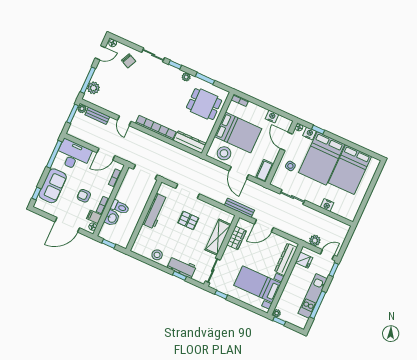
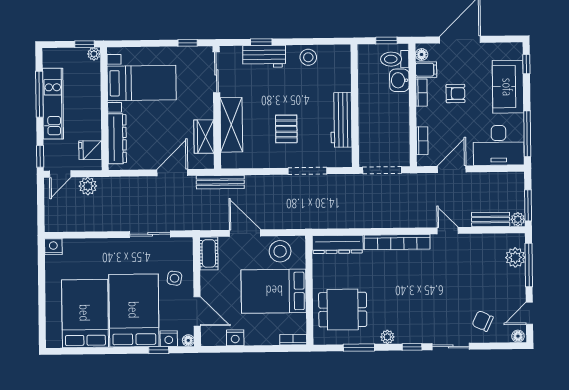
nightstand: (327, 205) -> (53, 247), moved
toilet: (120, 207) -> (395, 59), moved
pallet: (188, 220) -> (286, 129), turned 90

